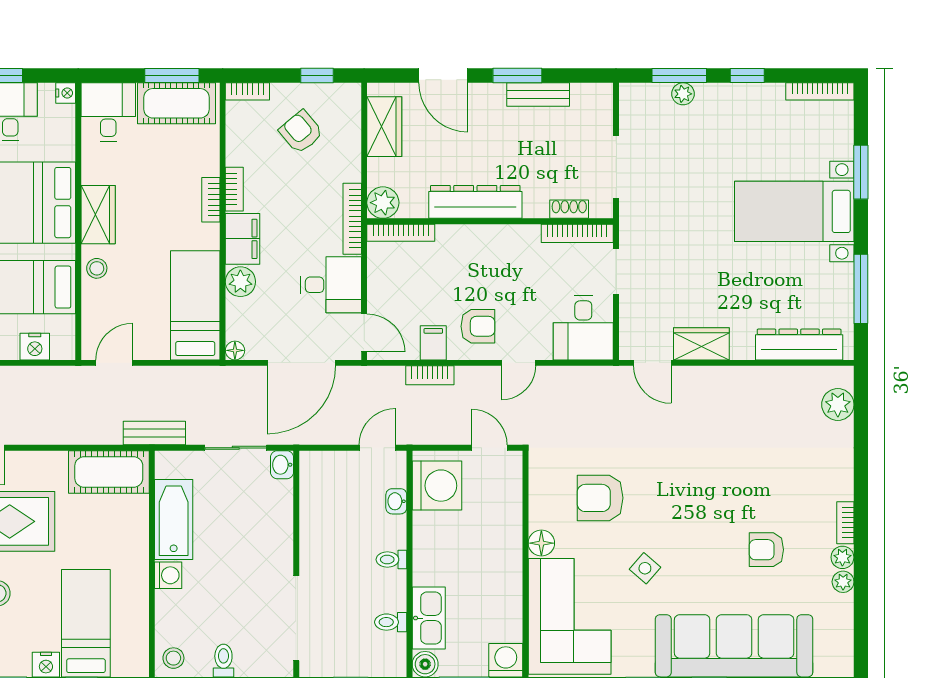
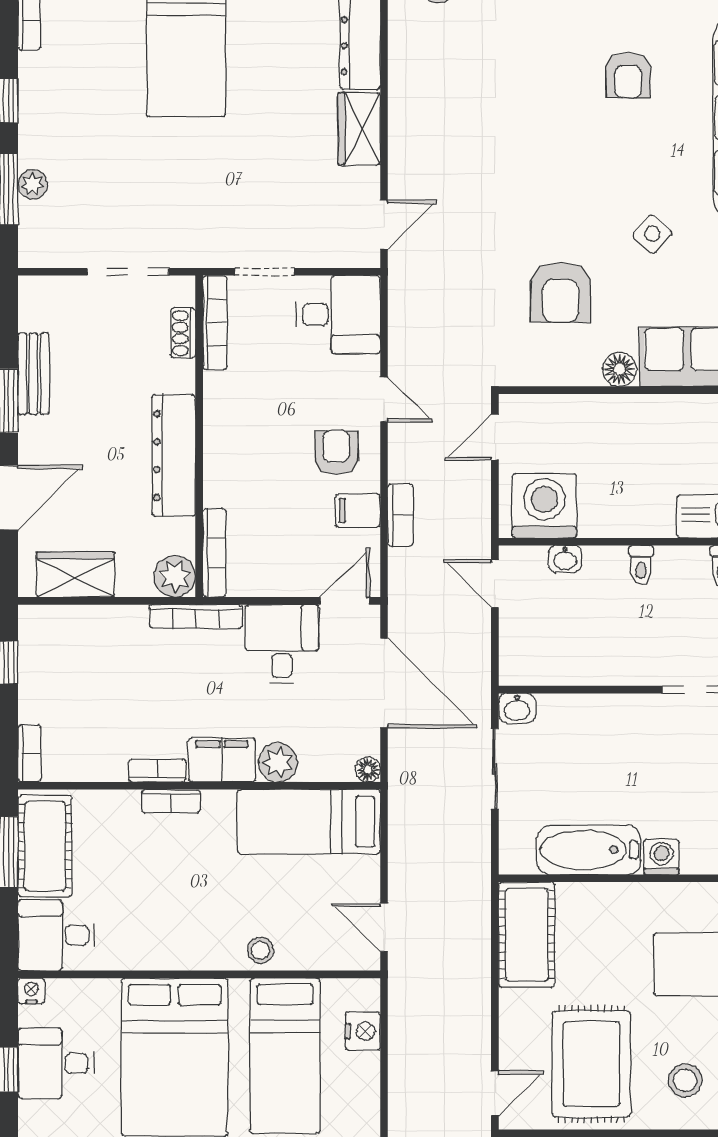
armchair: (301, 132) -> (82, 683), removed
wardrobe: (98, 215) -> (190, 949), removed
wardrobe: (701, 344) -> (359, 129), moved
bench: (154, 433) -> (476, 875), removed

